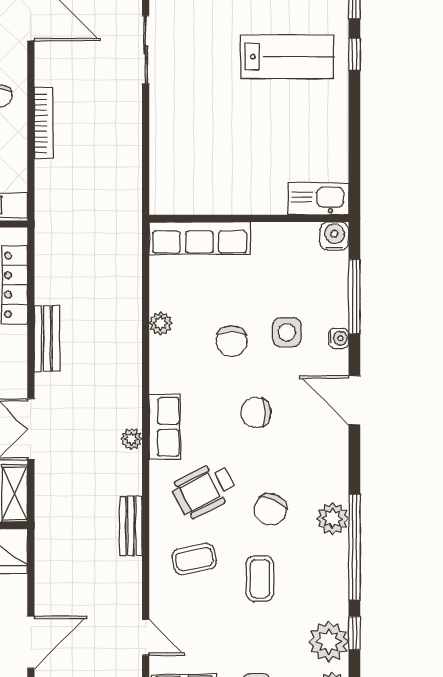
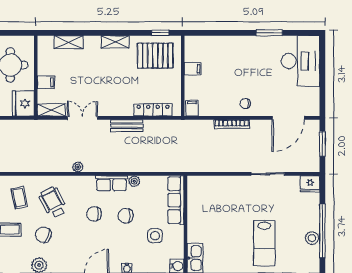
side table: (287, 332) -> (155, 236), moved
chair: (256, 412) -> (94, 214), moved, turned -90
row of seats: (165, 427) -> (112, 183), moved
bench: (131, 526) -> (35, 167), removed

